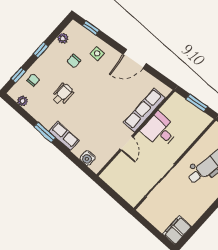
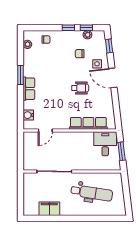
door: (135, 59) -> (113, 78), moved
window: (18, 75) -> (86, 28), moved
wheelchair: (62, 94) -> (80, 88), moved
desk: (160, 130) -> (105, 144), moved
door: (126, 143) -> (45, 131), moved
filing cabinet: (177, 230) -> (49, 209), moved

